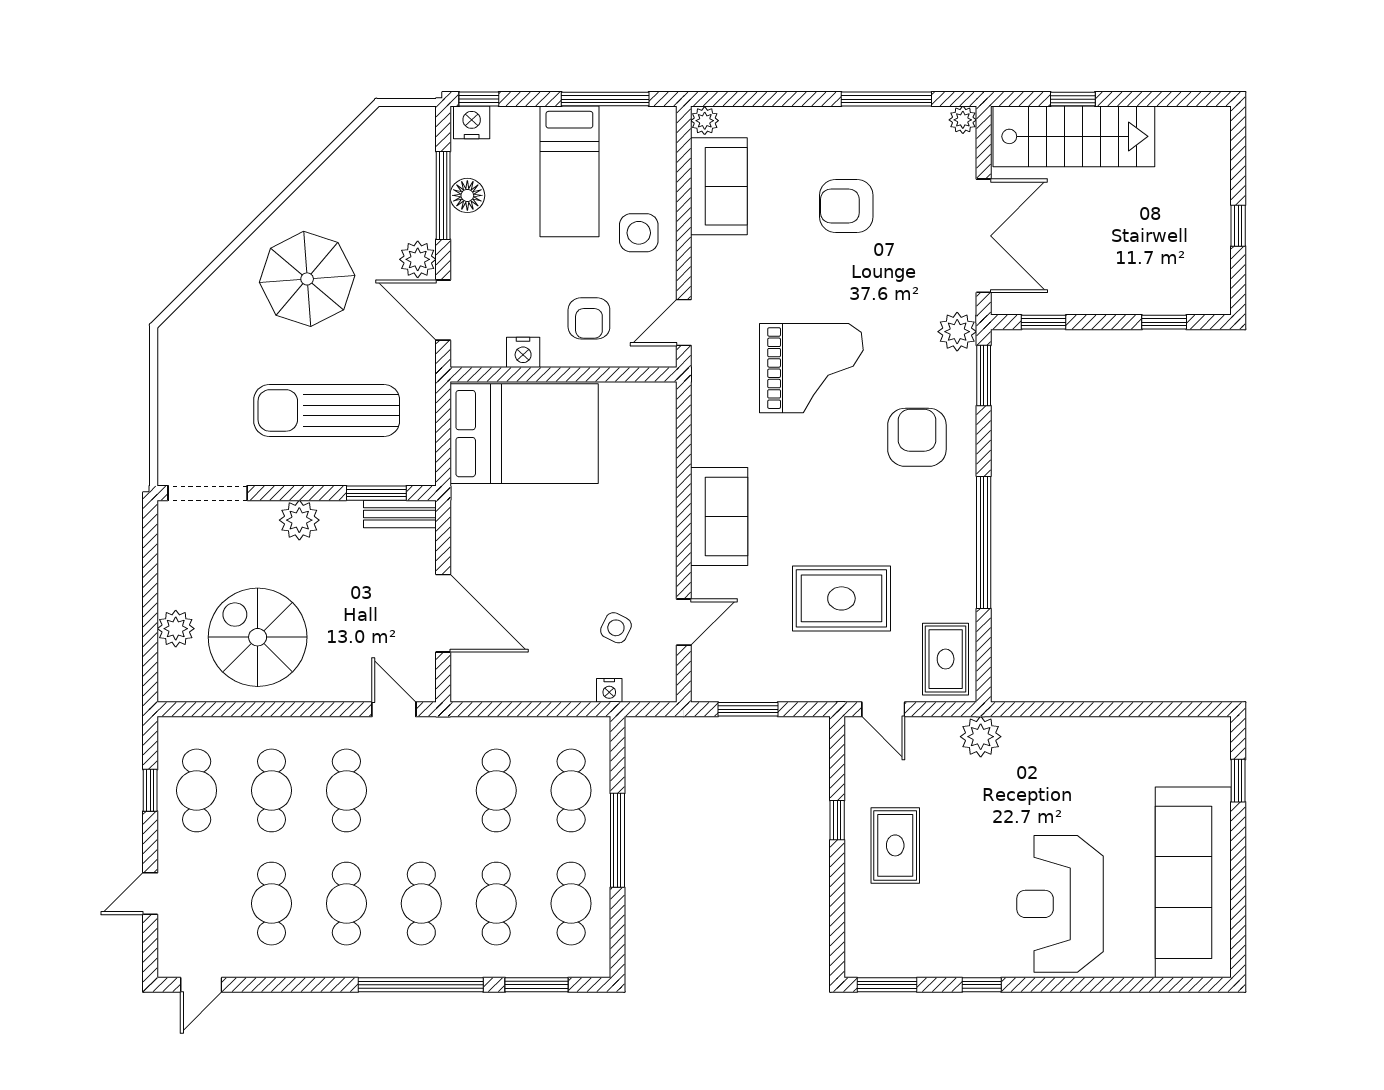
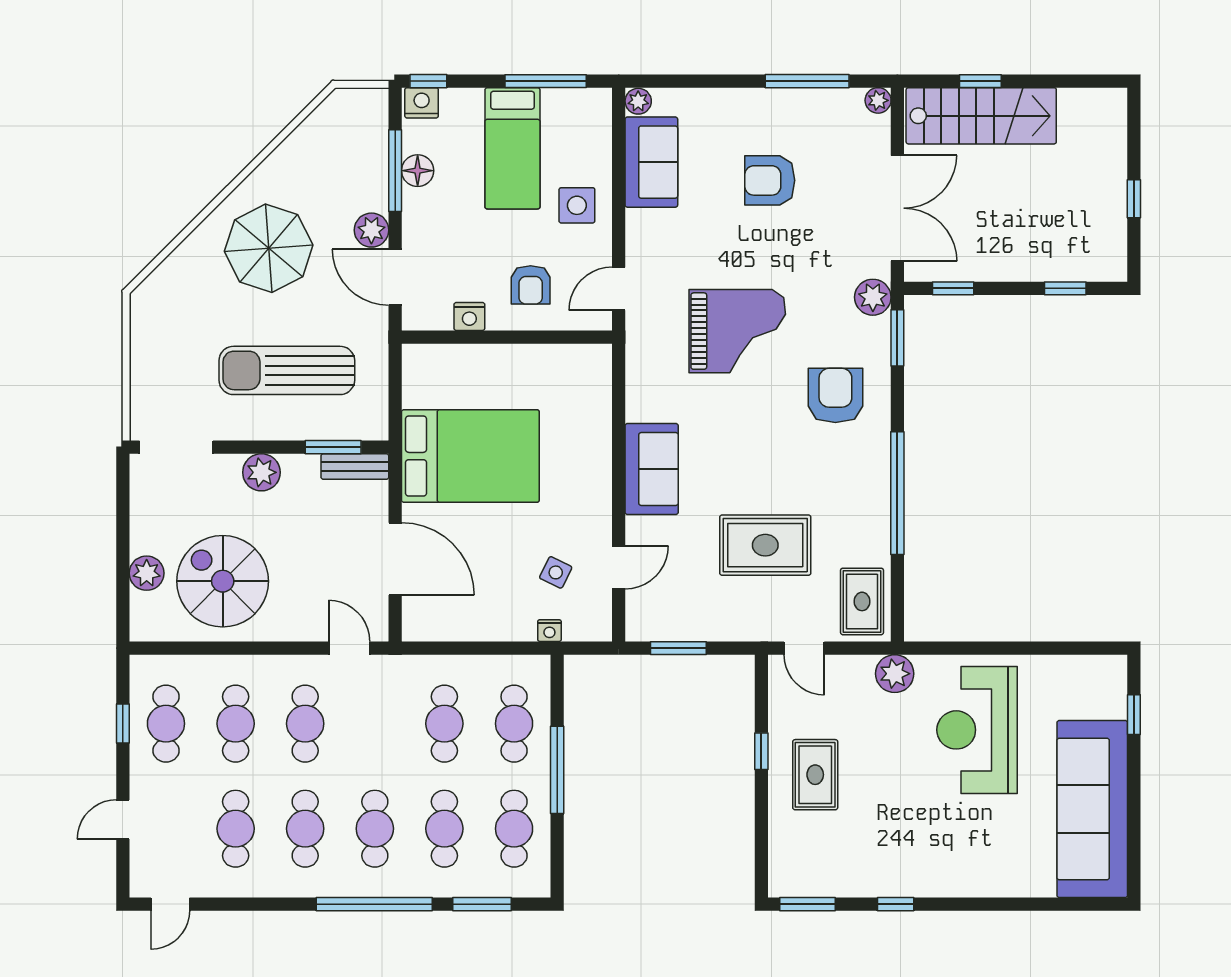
bed: (524, 434) -> (470, 456), moved
reception desk: (1060, 904) -> (977, 730), moved

